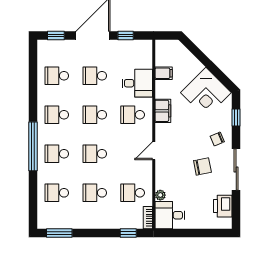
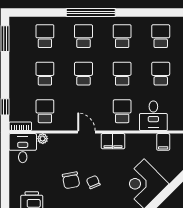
filing cabinet: (163, 111) -> (113, 141), moved
chair: (217, 139) -> (93, 182), moved

